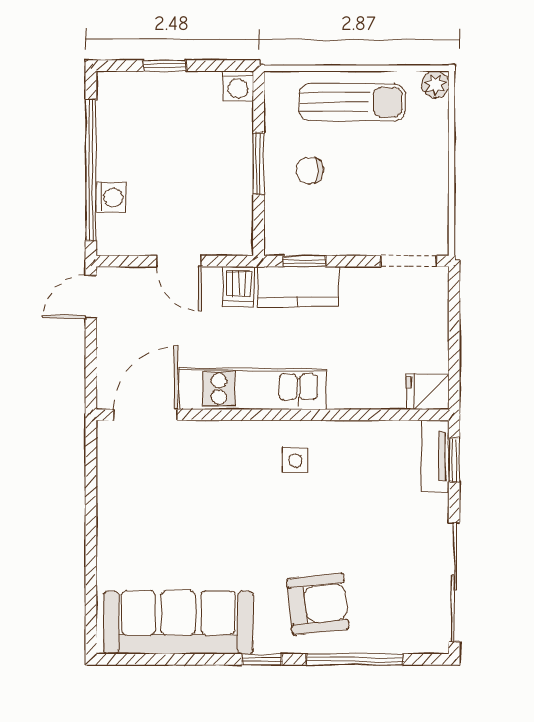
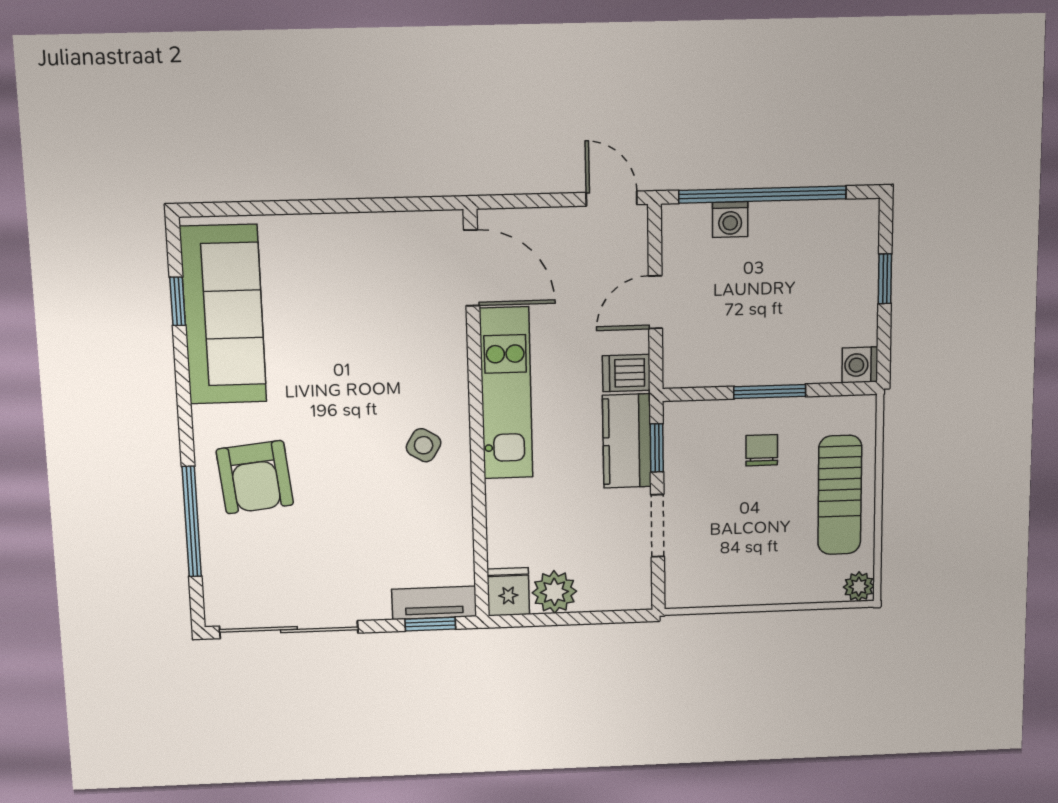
doorway: (409, 261) -> (658, 526), moved
plant: (429, 352) -> (554, 592), added
side table: (295, 460) -> (424, 445), turned 31
window: (261, 659) -> (178, 301), moved

